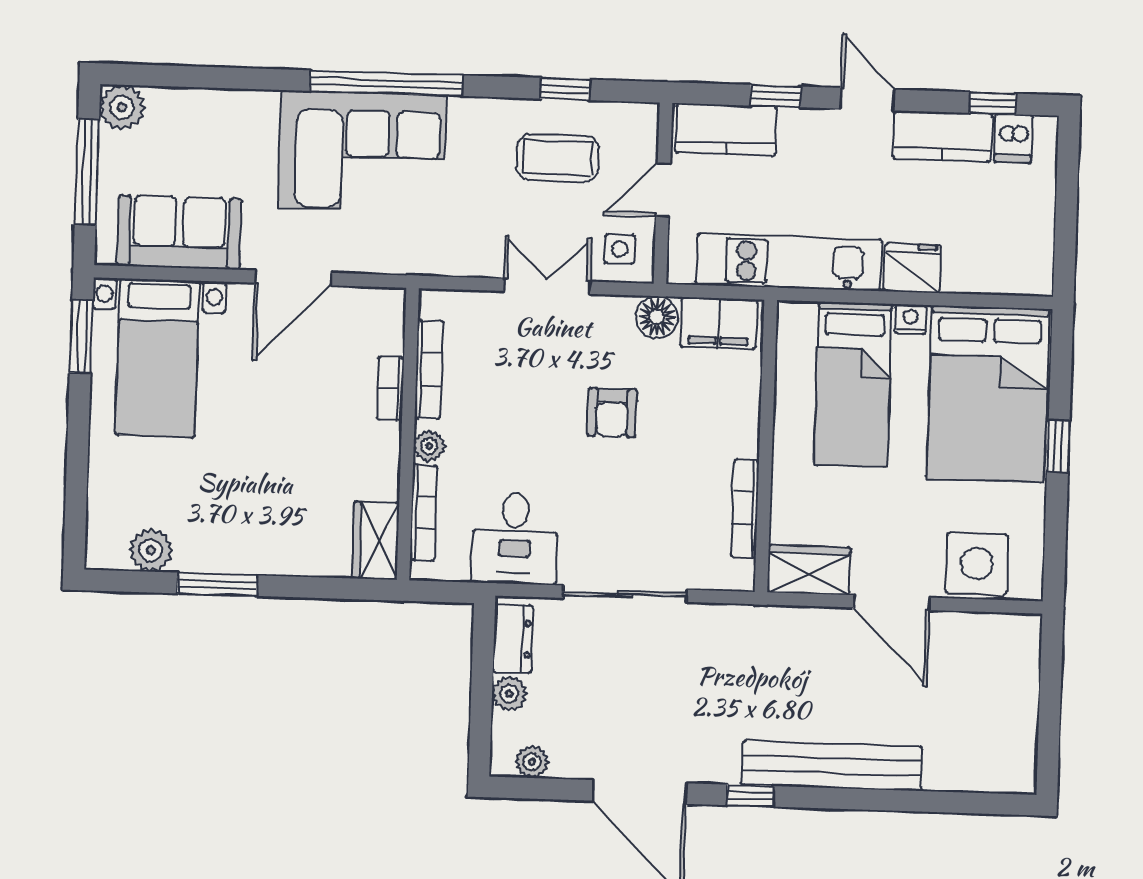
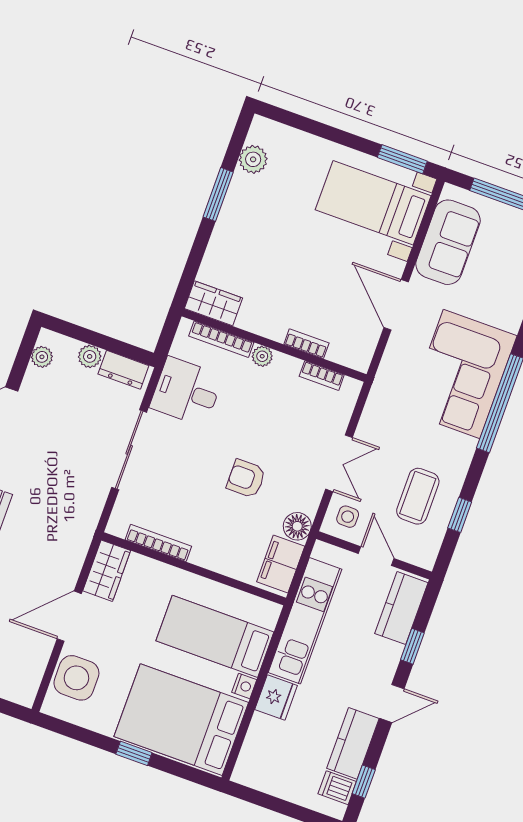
bookcase: (429, 369) -> (322, 376), width x0.64

